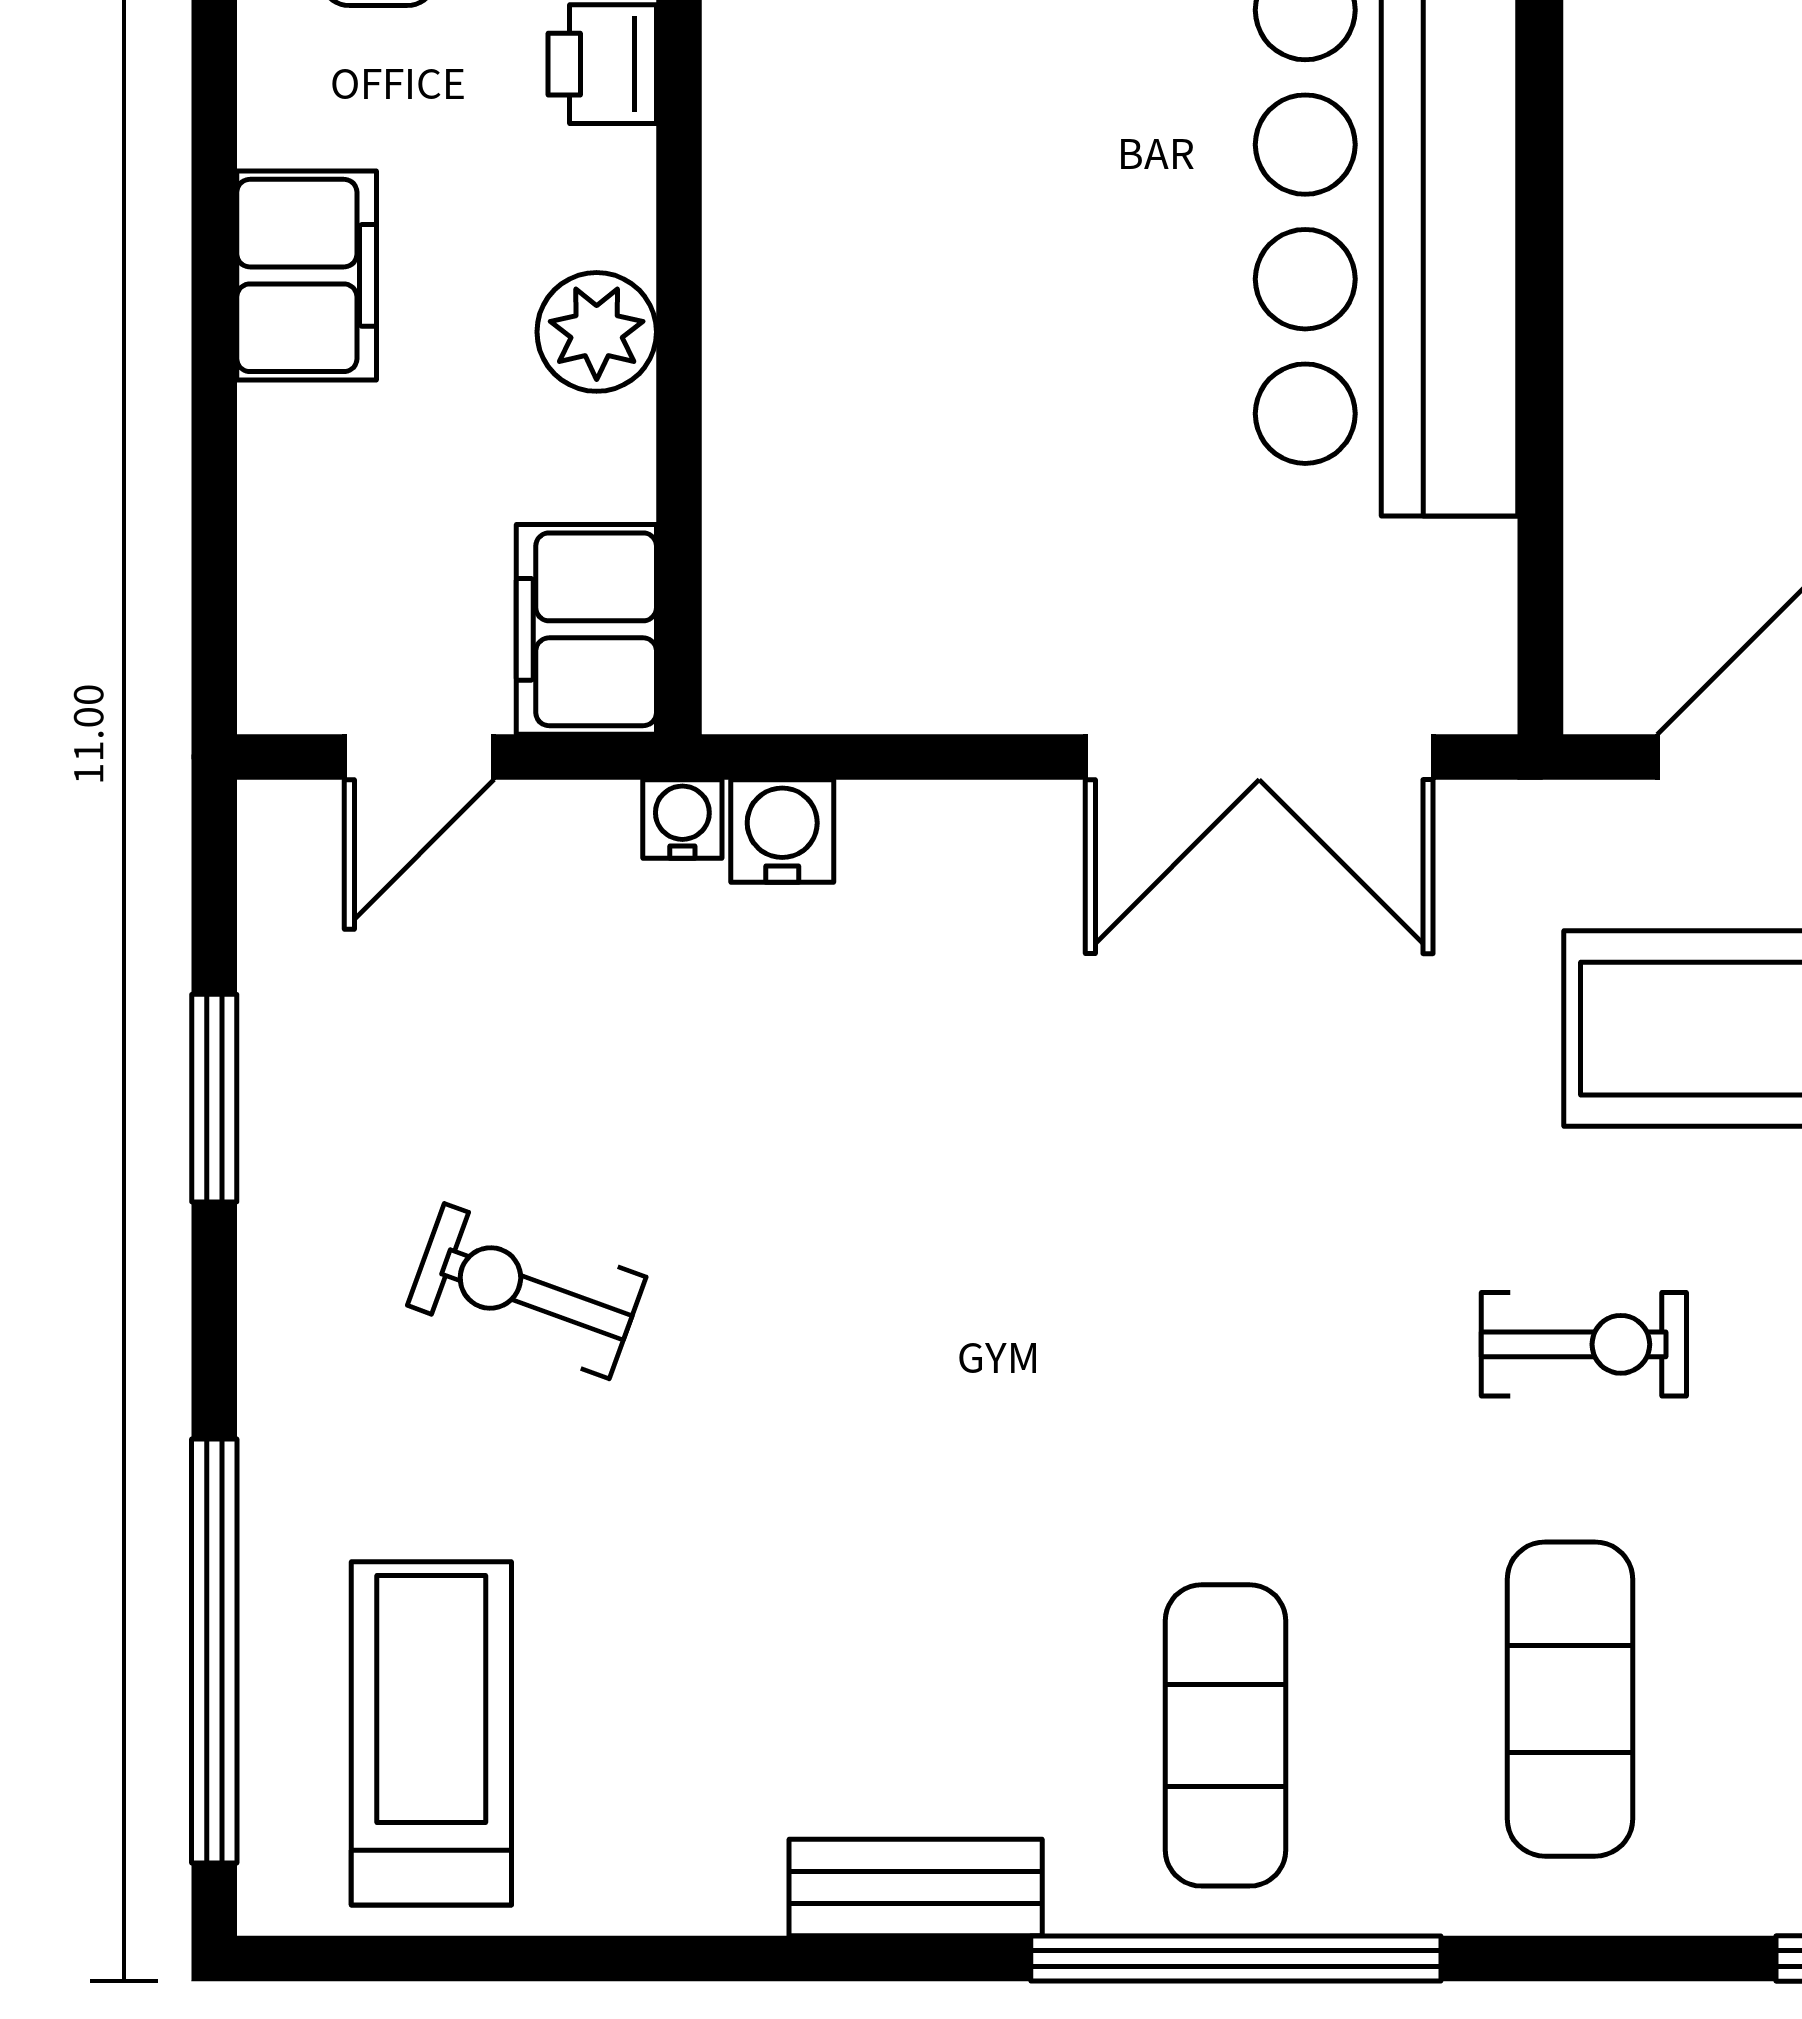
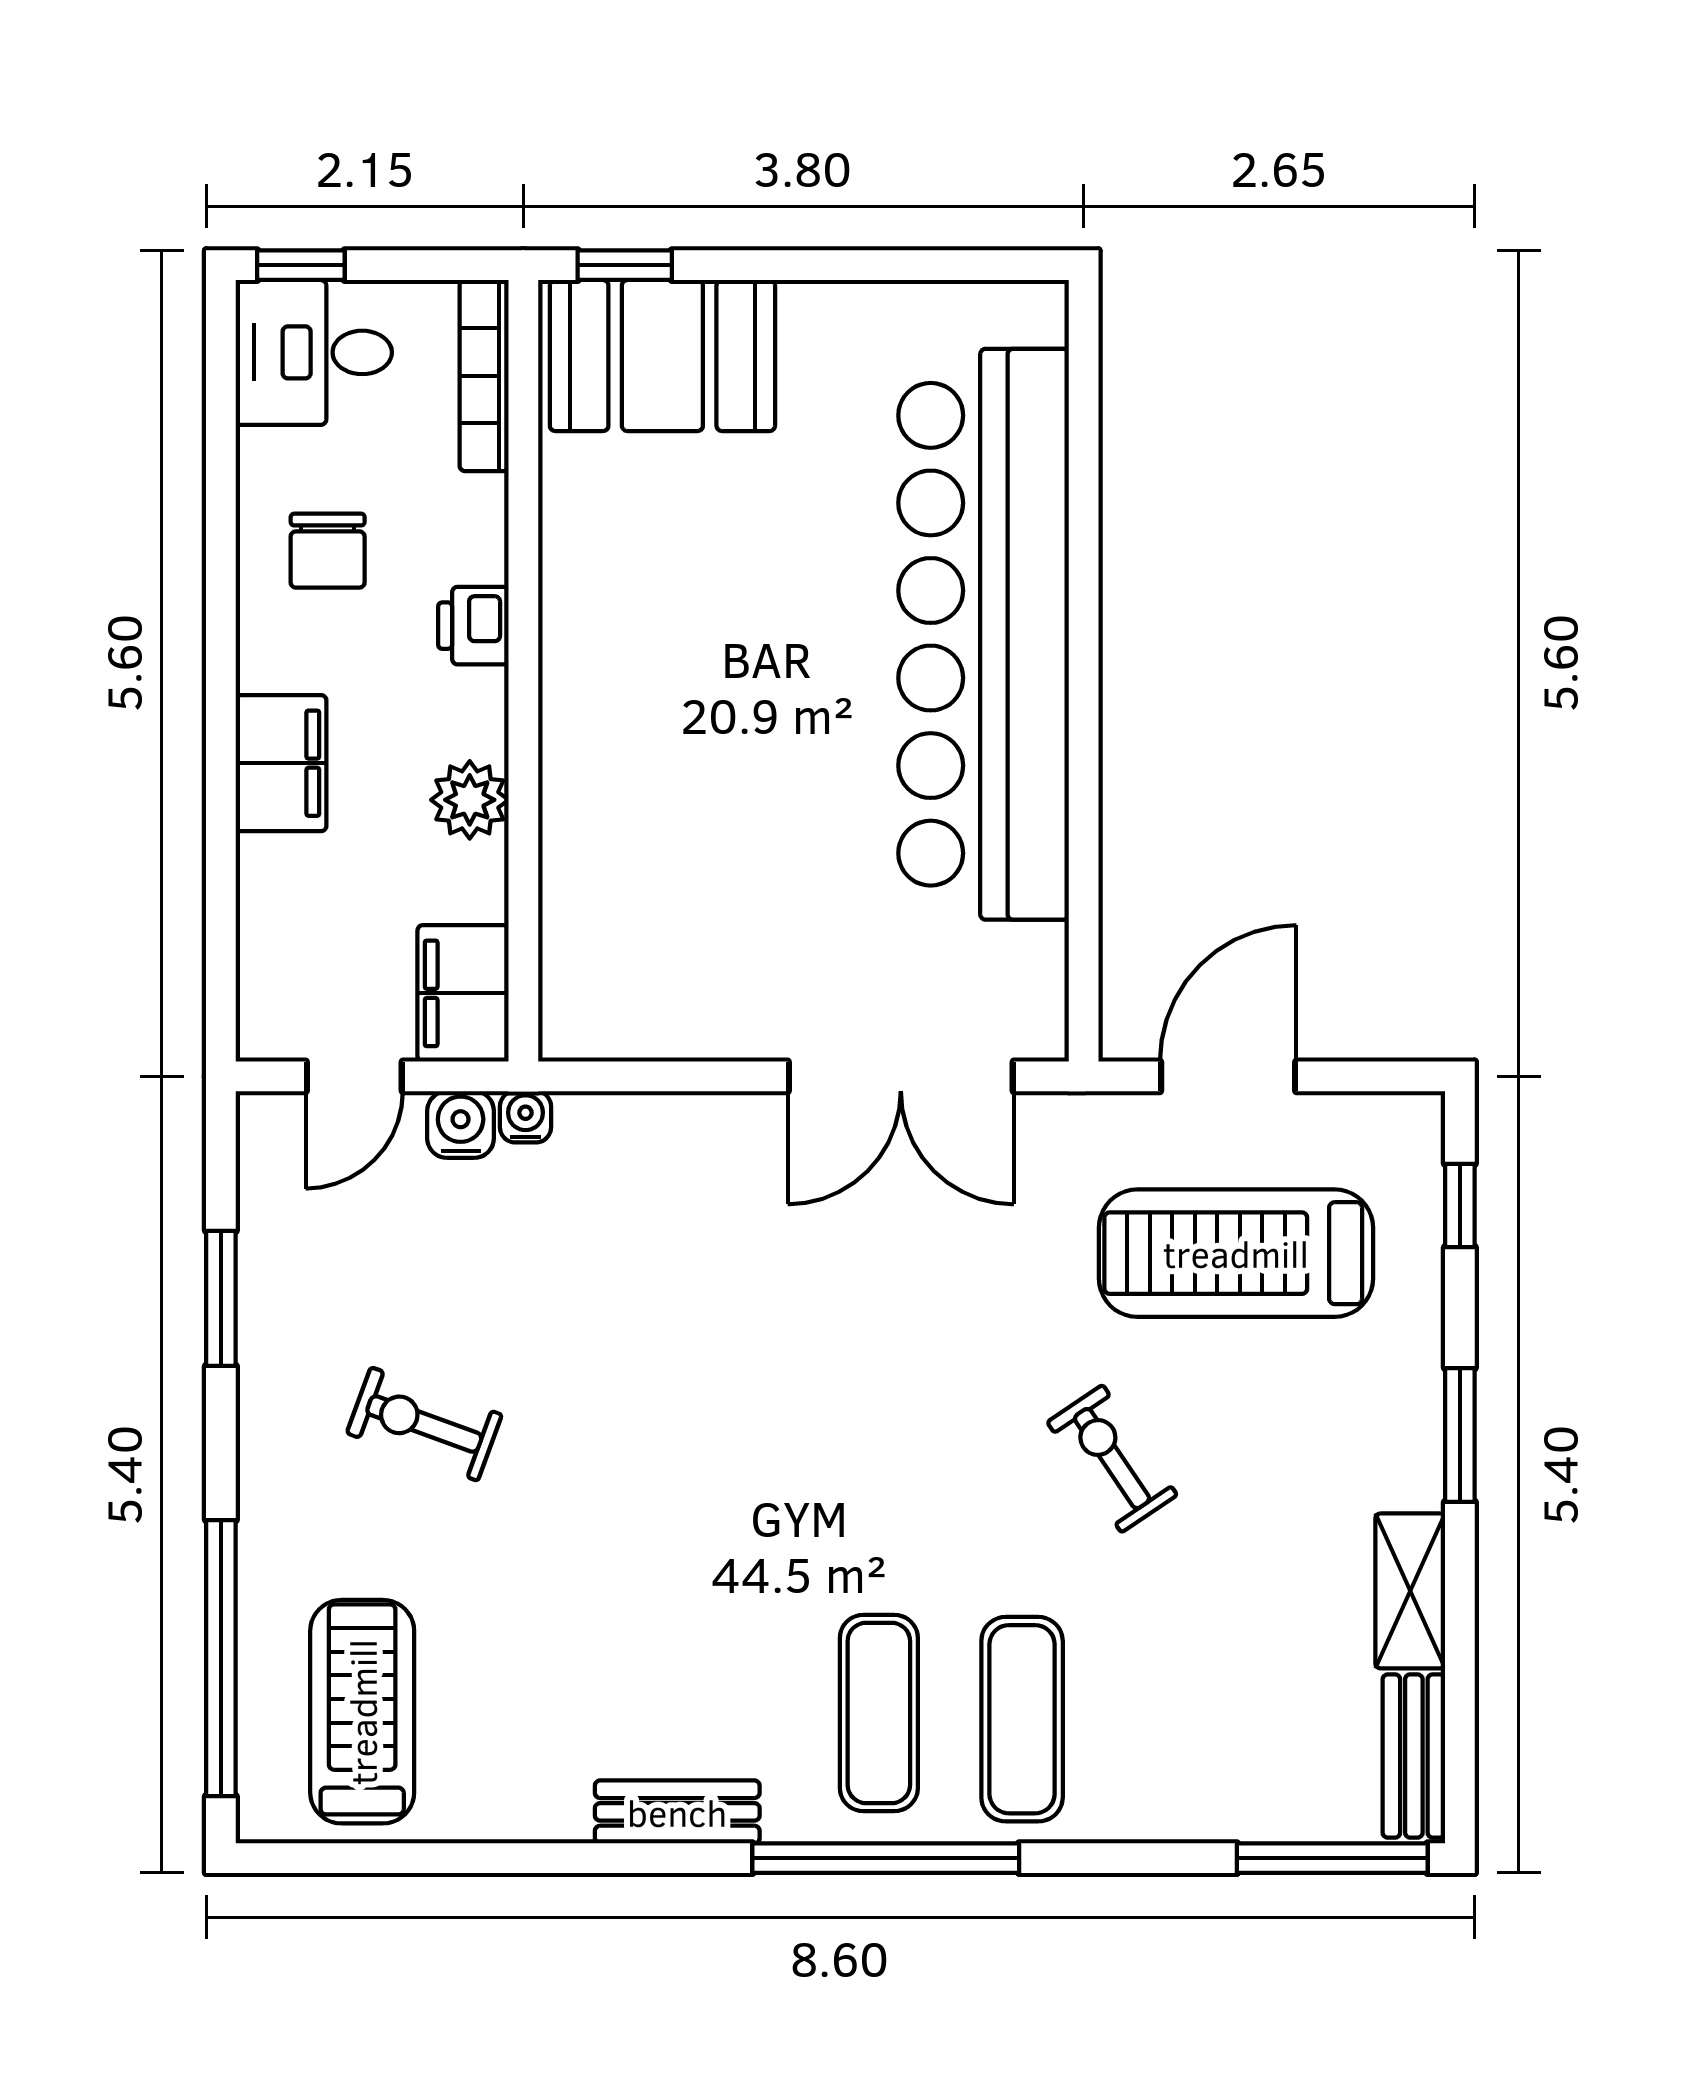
water cooler: (782, 831) -> (461, 1125), moved
exercise bike: (1584, 1344) -> (1112, 1459), turned -124
exercise mat: (1570, 1699) -> (1022, 1719), moved

